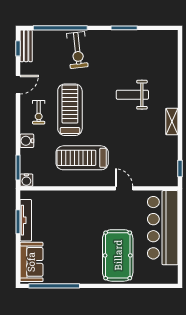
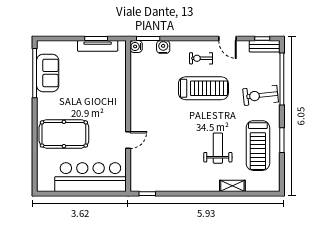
shelving: (172, 122) -> (232, 186), moved
water cooler: (27, 141) -> (163, 47), moved
treadmill: (82, 158) -> (258, 146), moved, turned 180
sofa: (31, 262) -> (48, 73), moved, turned -90

